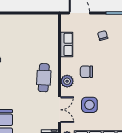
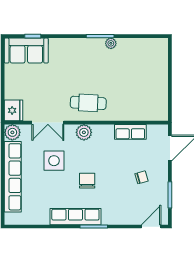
chair: (86, 72) -> (87, 181), moved

